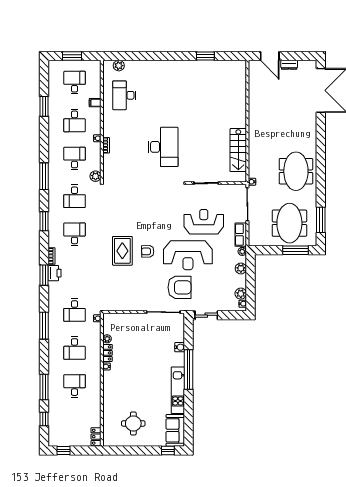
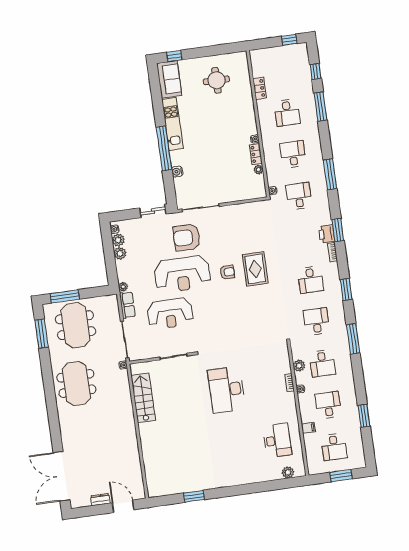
plant: (95, 176) -> (299, 366), moved
reception desk: (188, 255) -> (182, 274), turned 180
plant: (241, 268) -> (120, 253), moved
locker: (96, 437) -> (260, 88), moved

